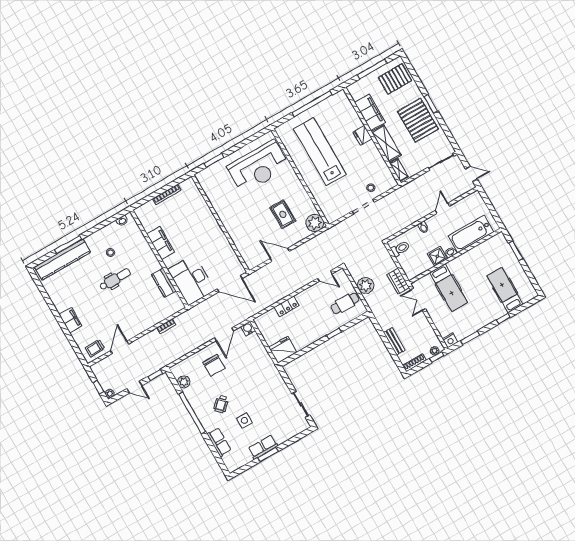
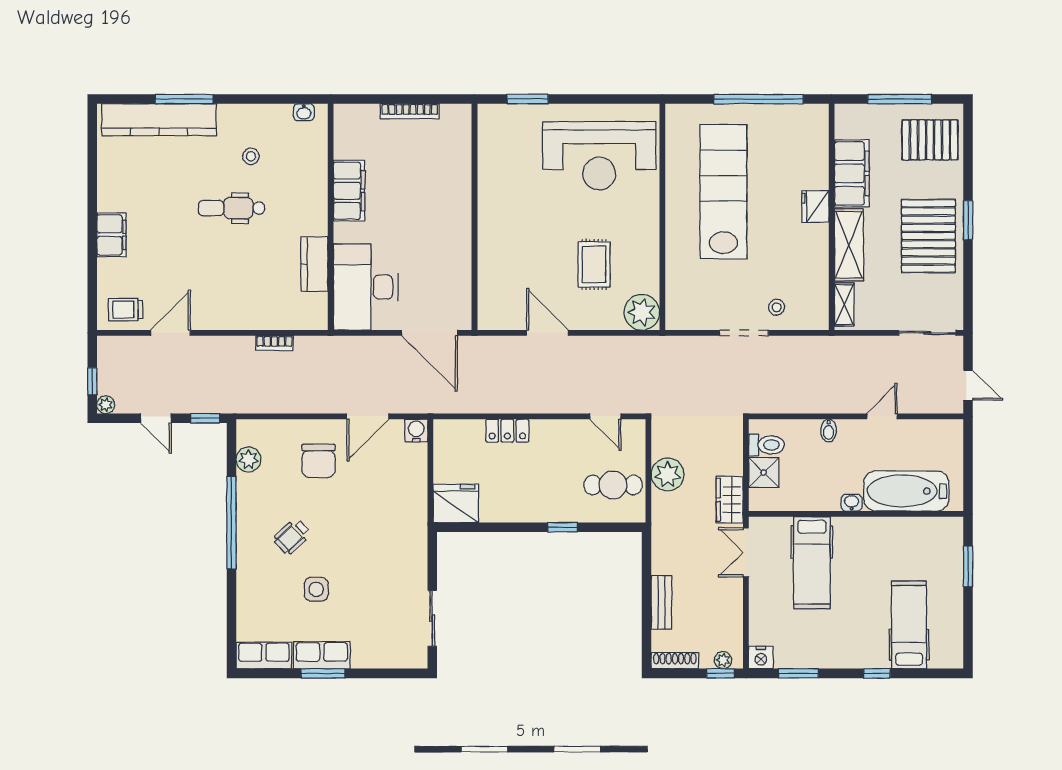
shower: (437, 256) -> (764, 473), moved
dental chair: (115, 279) -> (232, 208), turned 180
row of seats: (219, 442) -> (264, 655), moved, turned -90

